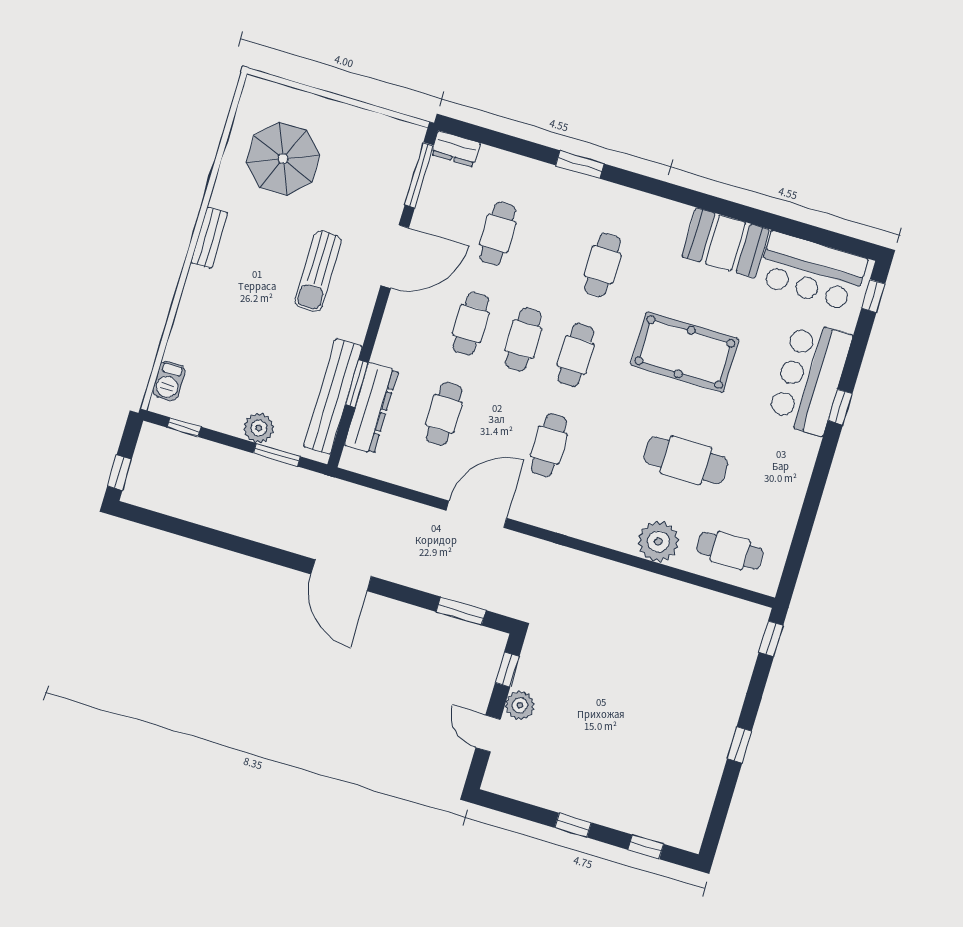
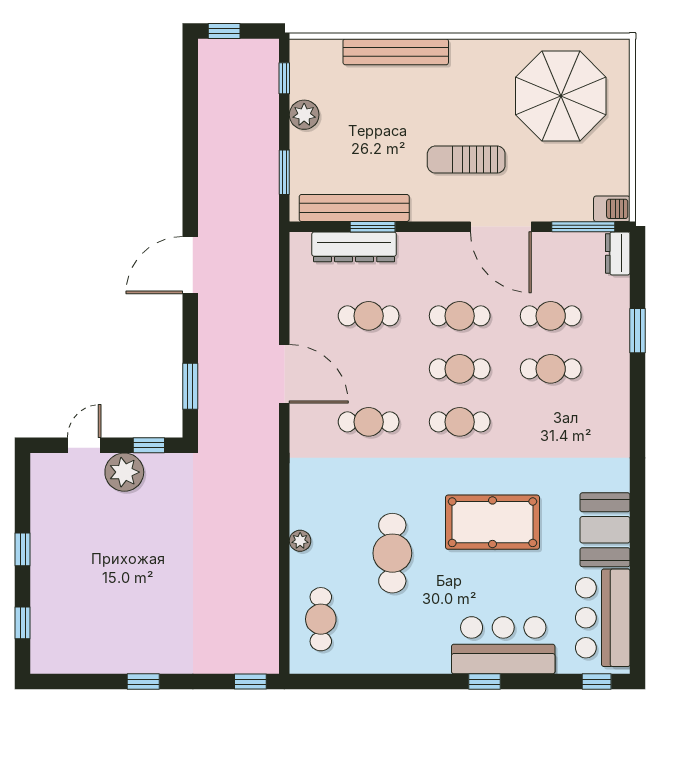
parasol: (283, 159) -> (561, 96), width x1.36, depth x1.36
window: (580, 165) -> (638, 331), moved
bench: (209, 238) -> (396, 52), moved, width x1.86, depth x1.21
cafe table: (603, 265) -> (551, 369), moved
pool table: (685, 352) -> (492, 522), turned 90
barbecue: (169, 381) -> (612, 209), moved, turned 180
plant: (259, 428) -> (304, 115), moved
plant: (658, 542) -> (300, 541), width x0.53, depth x0.53
plant: (520, 705) -> (124, 472), width x1.36, depth x1.36

